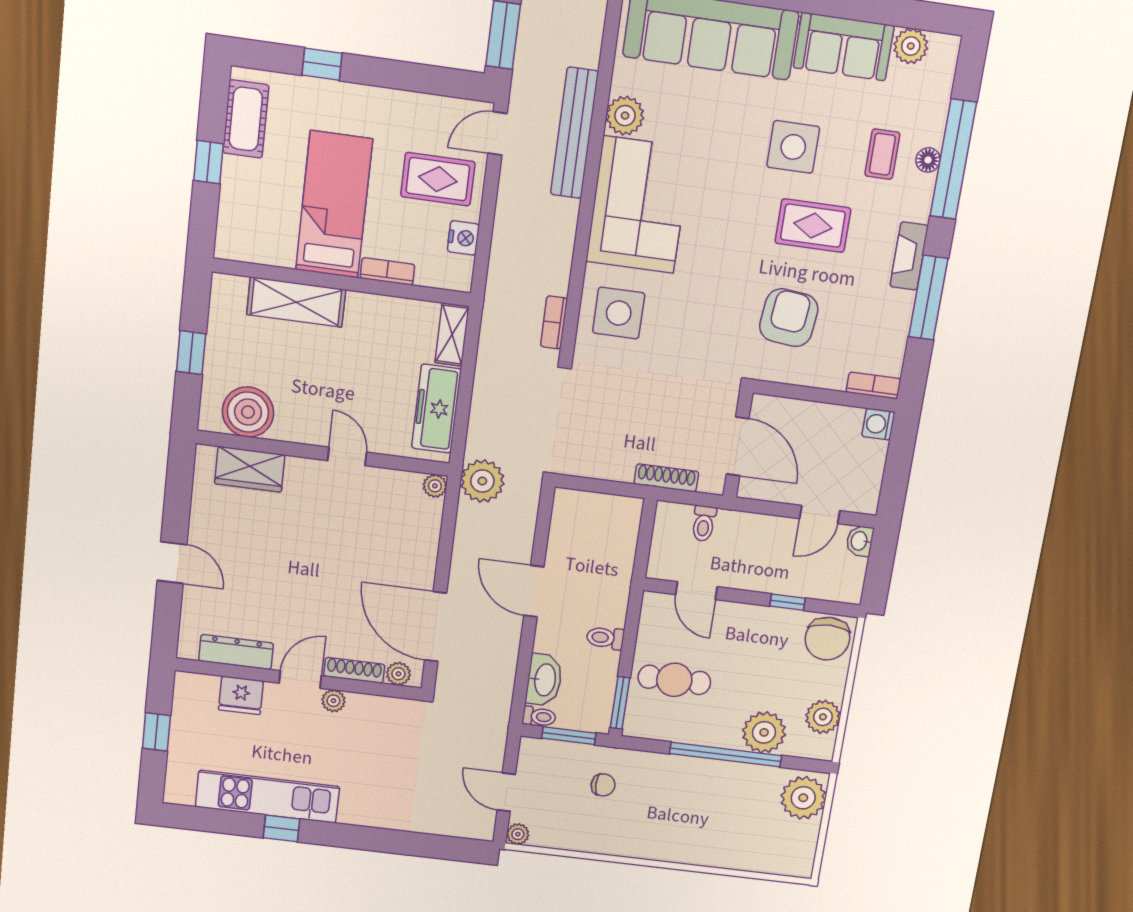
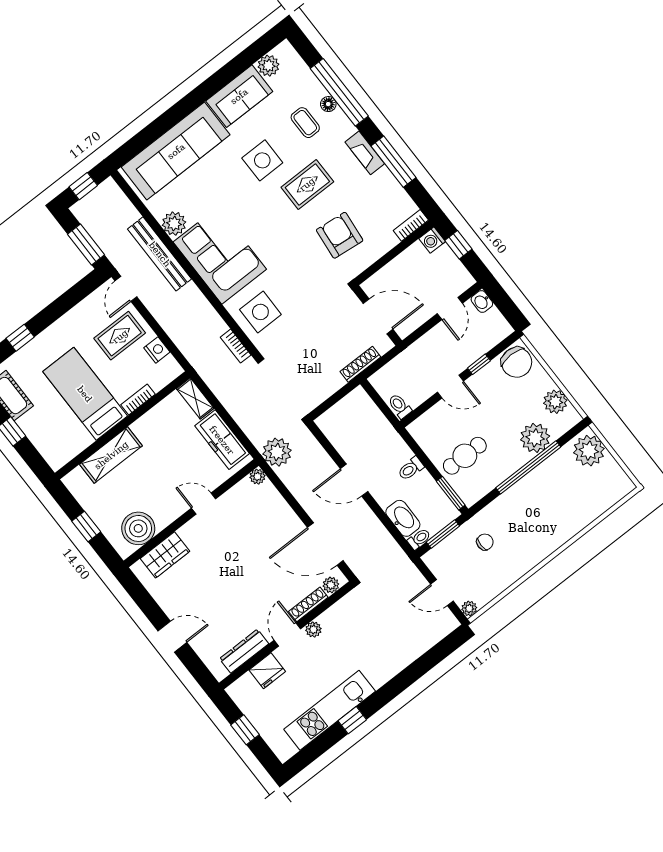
window: (899, 457) -> (458, 245), added
toilet: (704, 523) -> (400, 406), moved, turned 180
door: (696, 591) -> (450, 387), moved

